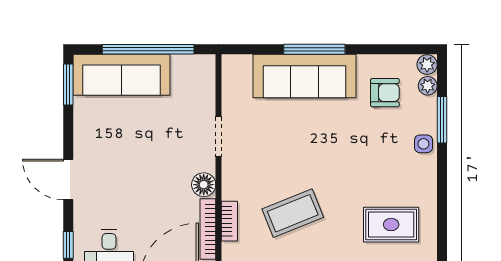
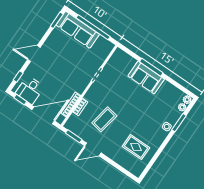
sofa: (305, 76) -> (146, 78), width x0.73
armchair: (385, 93) -> (166, 99), removed
door: (68, 179) -> (34, 54), hinge flipped
floor lamp: (204, 185) -> (80, 88), removed
coffee table: (293, 213) -> (104, 119), turned -58

